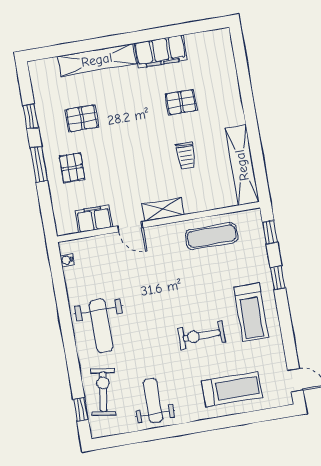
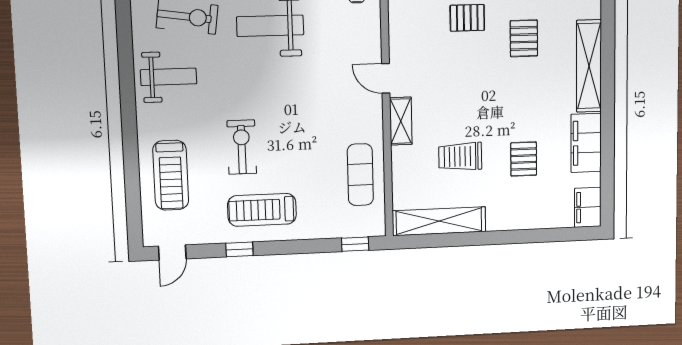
trolley: (186, 156) -> (460, 157), width x1.36, depth x1.39
filing cabinet: (94, 219) -> (588, 207), moved, turned 180
door: (130, 227) -> (386, 78), hinge flipped
window: (278, 278) -> (239, 249), moved

